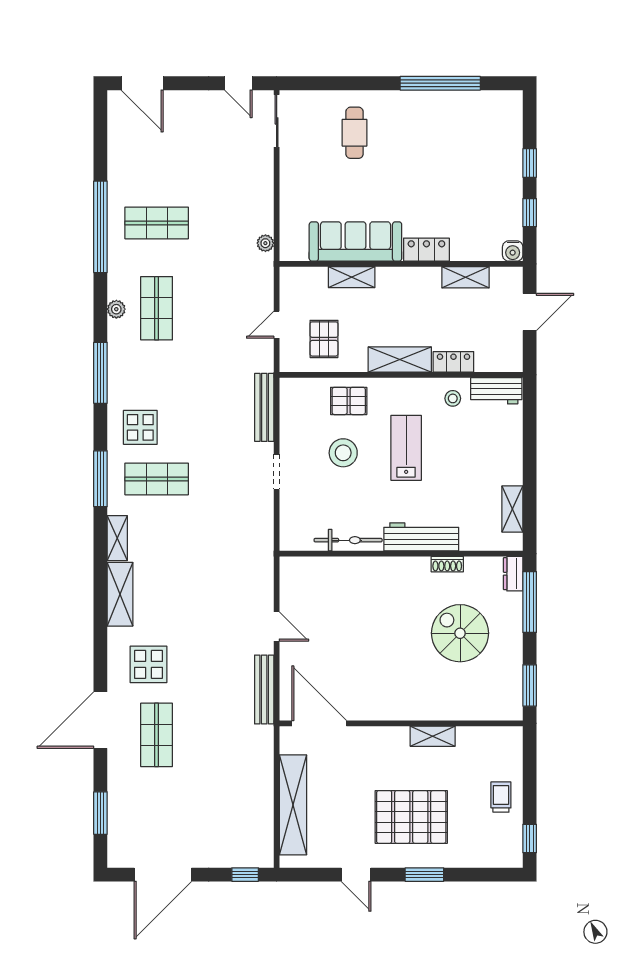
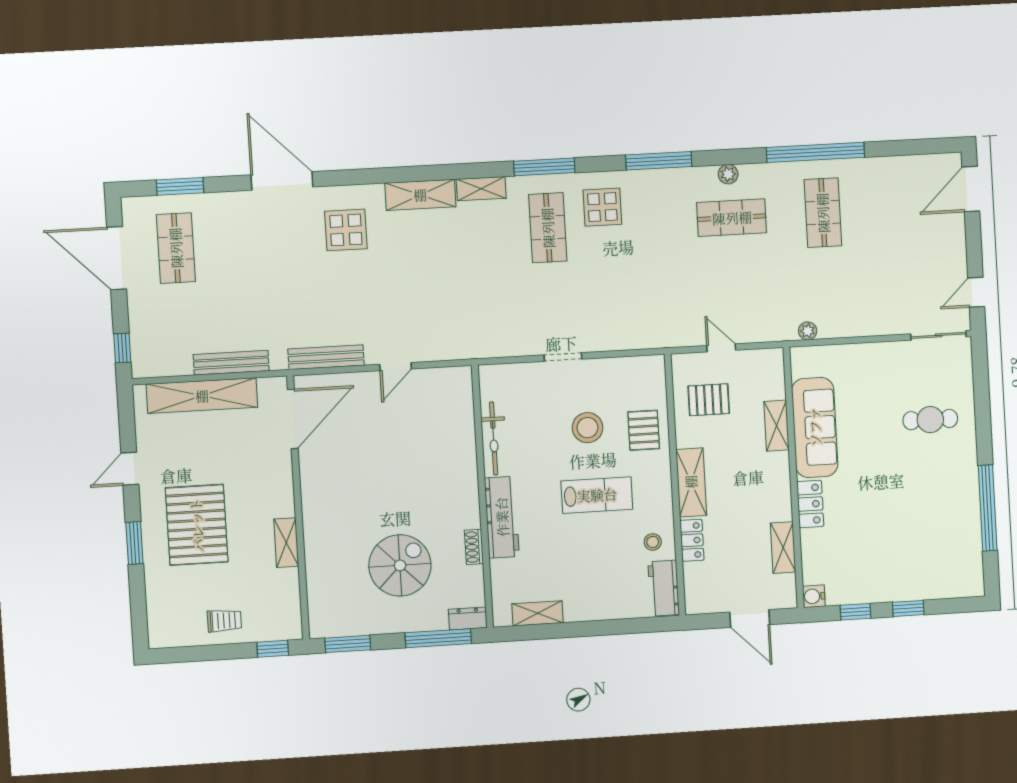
bench: (264, 407) -> (231, 363), moved
shop shelf: (157, 735) -> (176, 248), moved, turned 90
window: (530, 839) -> (273, 649), moved

